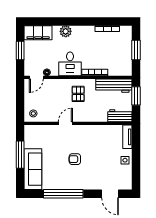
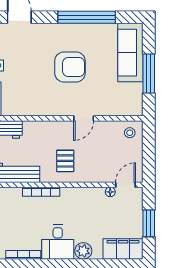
desk: (70, 64) -> (58, 242), moved, turned 180
armchair: (75, 159) -> (70, 67), width x1.88, depth x1.88

